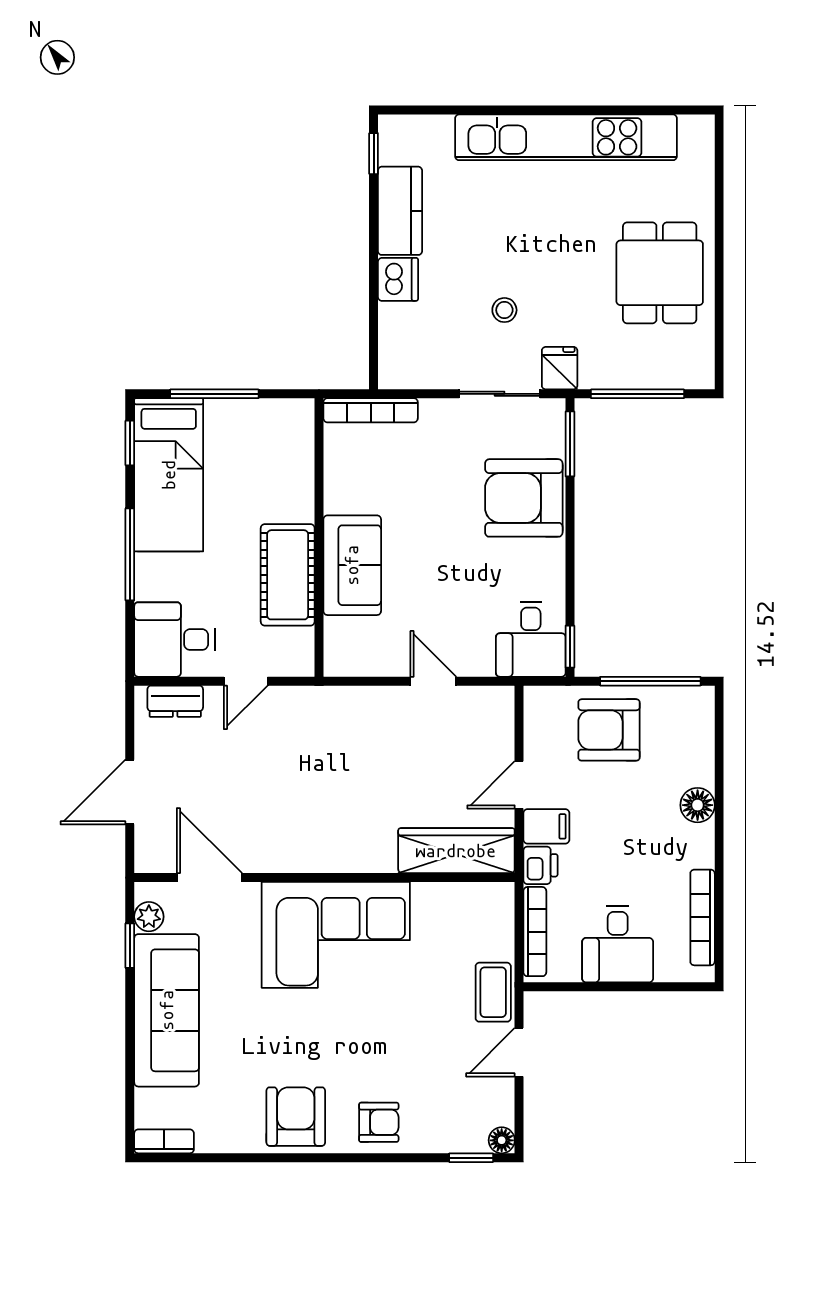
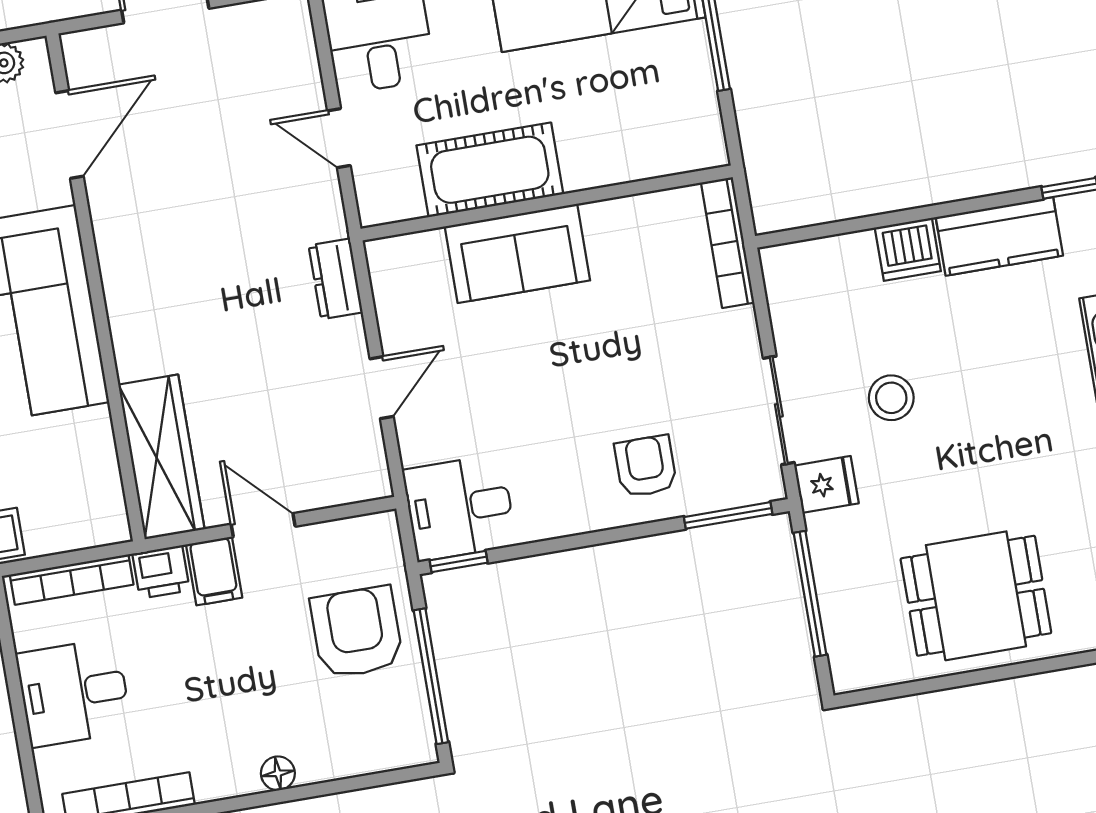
stool: (504, 310) -> (891, 398), width x1.37, depth x1.37
armchair: (524, 498) -> (646, 466), width x0.53, depth x0.53
dresser: (175, 701) -> (336, 279), moved
floor lamp: (698, 805) -> (278, 773), width x0.73, depth x0.73

